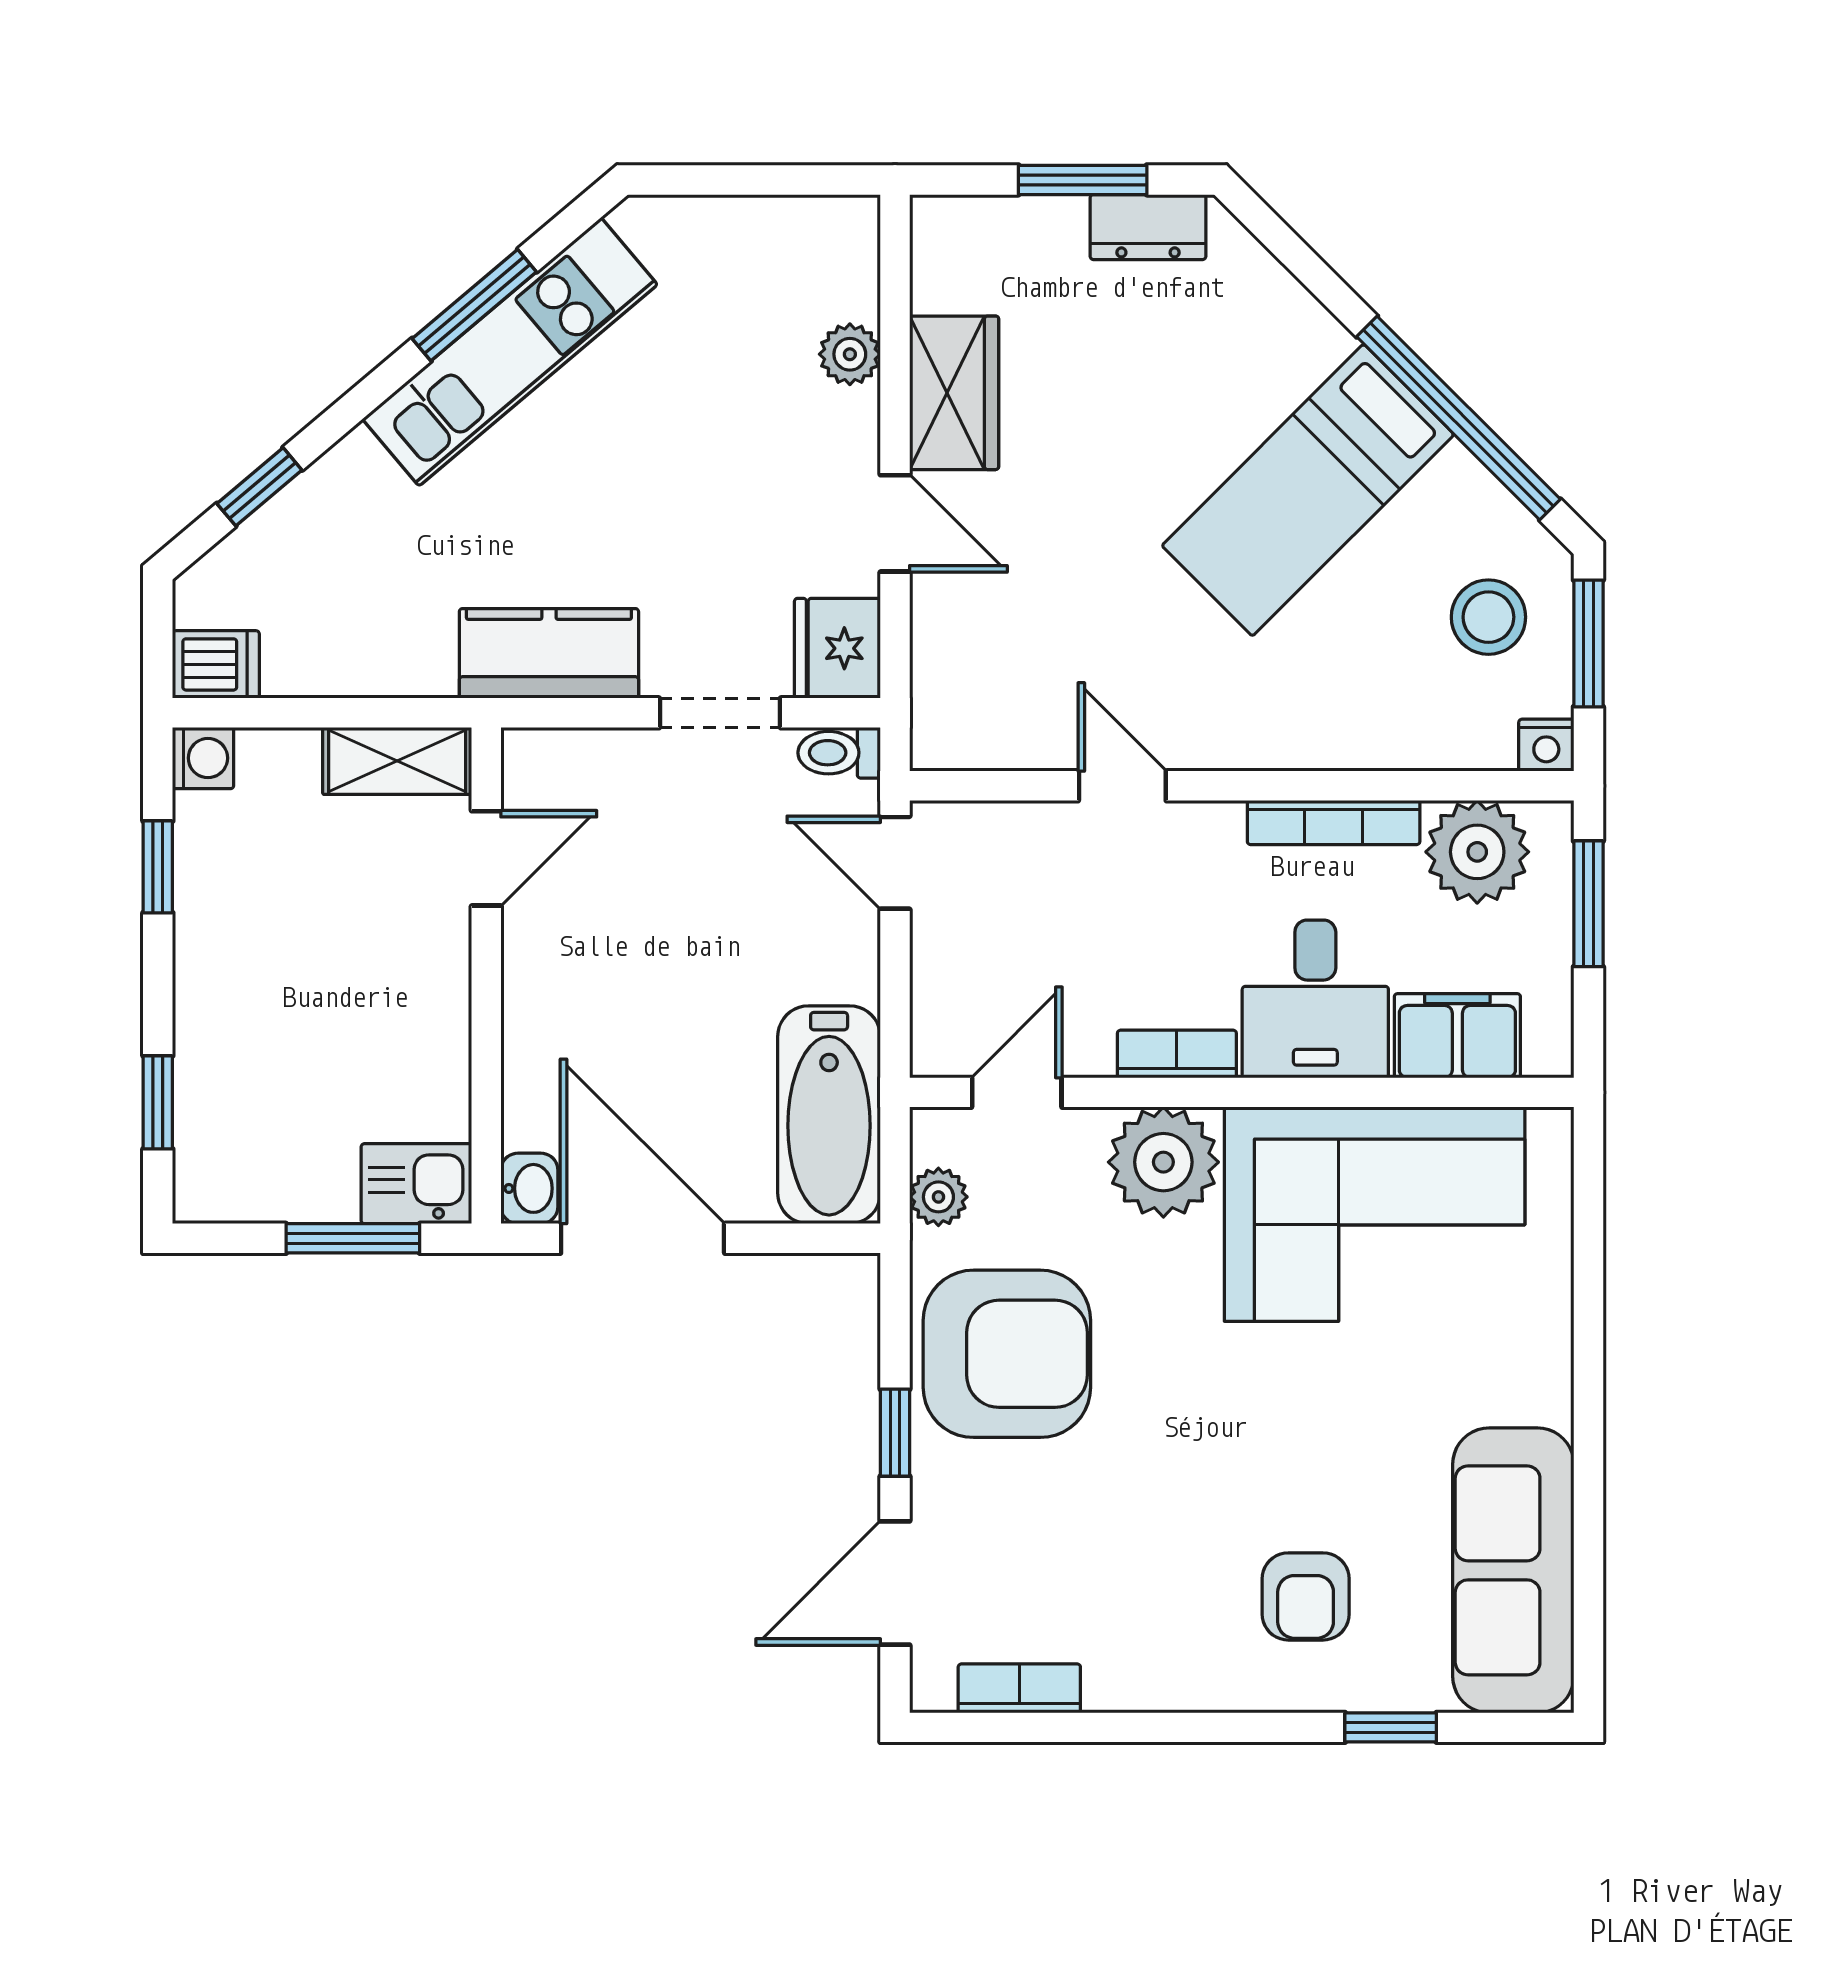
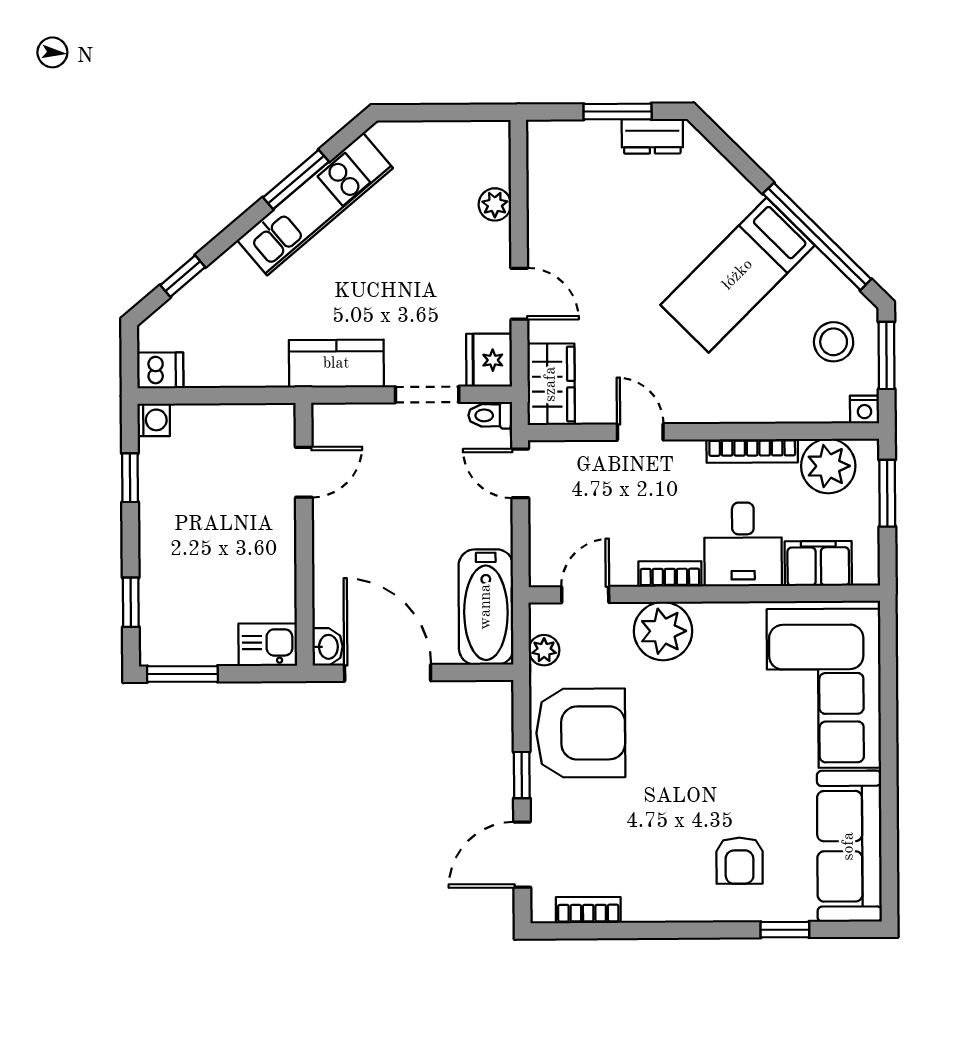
wardrobe: (954, 393) -> (551, 384), moved
shelving: (397, 761) -> (256, 421), removed
corner sofa: (1375, 1214) -> (824, 688), moved, turned 90
window: (353, 1238) -> (182, 674), moved

